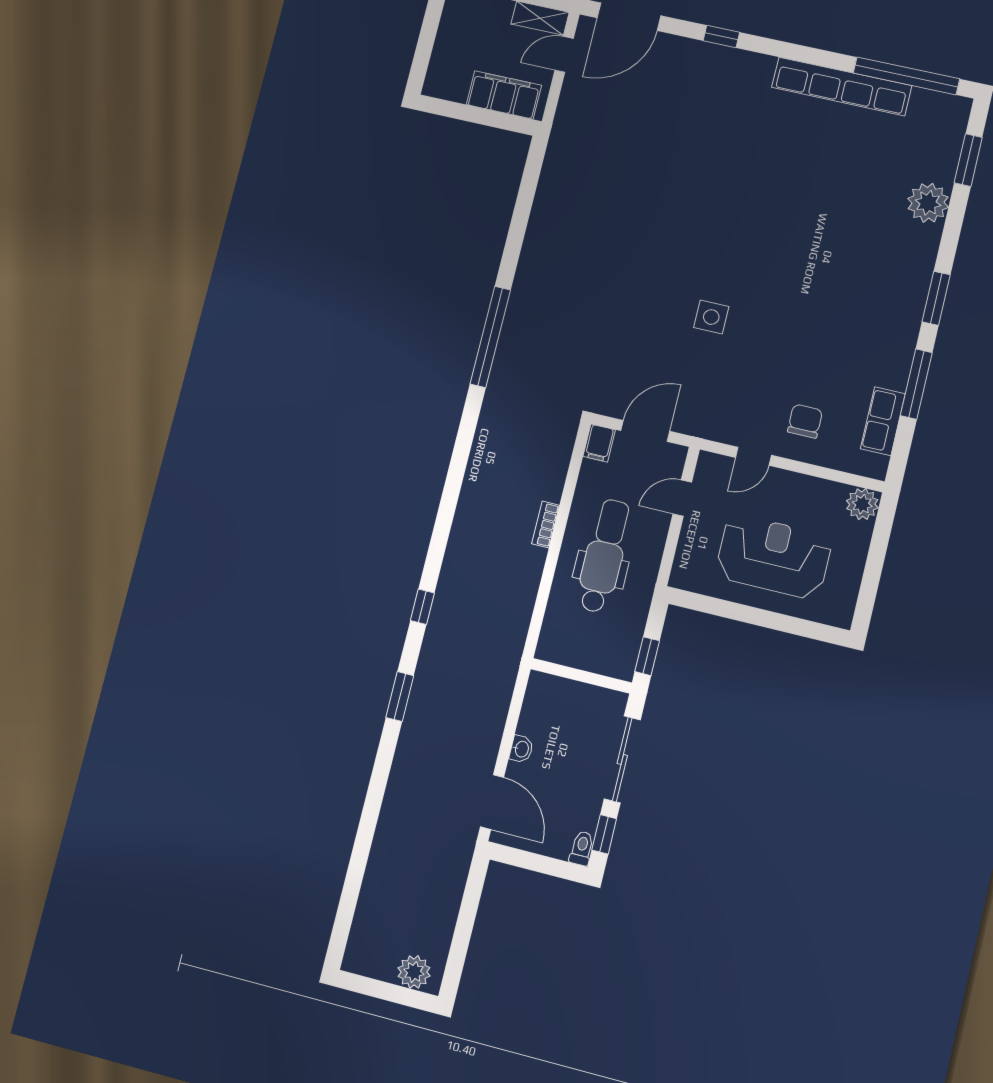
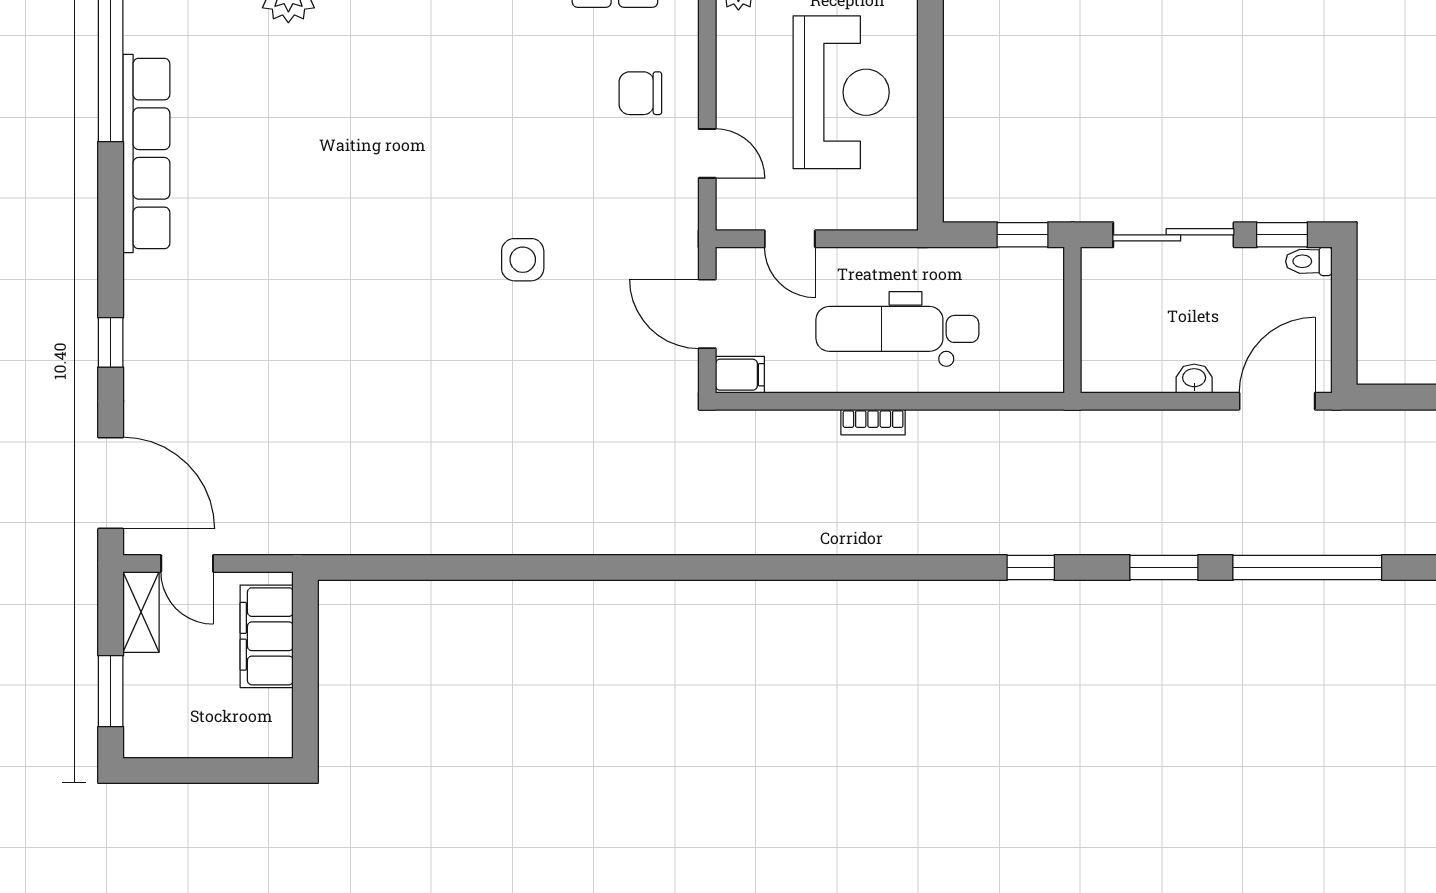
window: (490, 337) -> (1307, 568), moved
reception desk: (774, 557) -> (841, 92), turned 180

